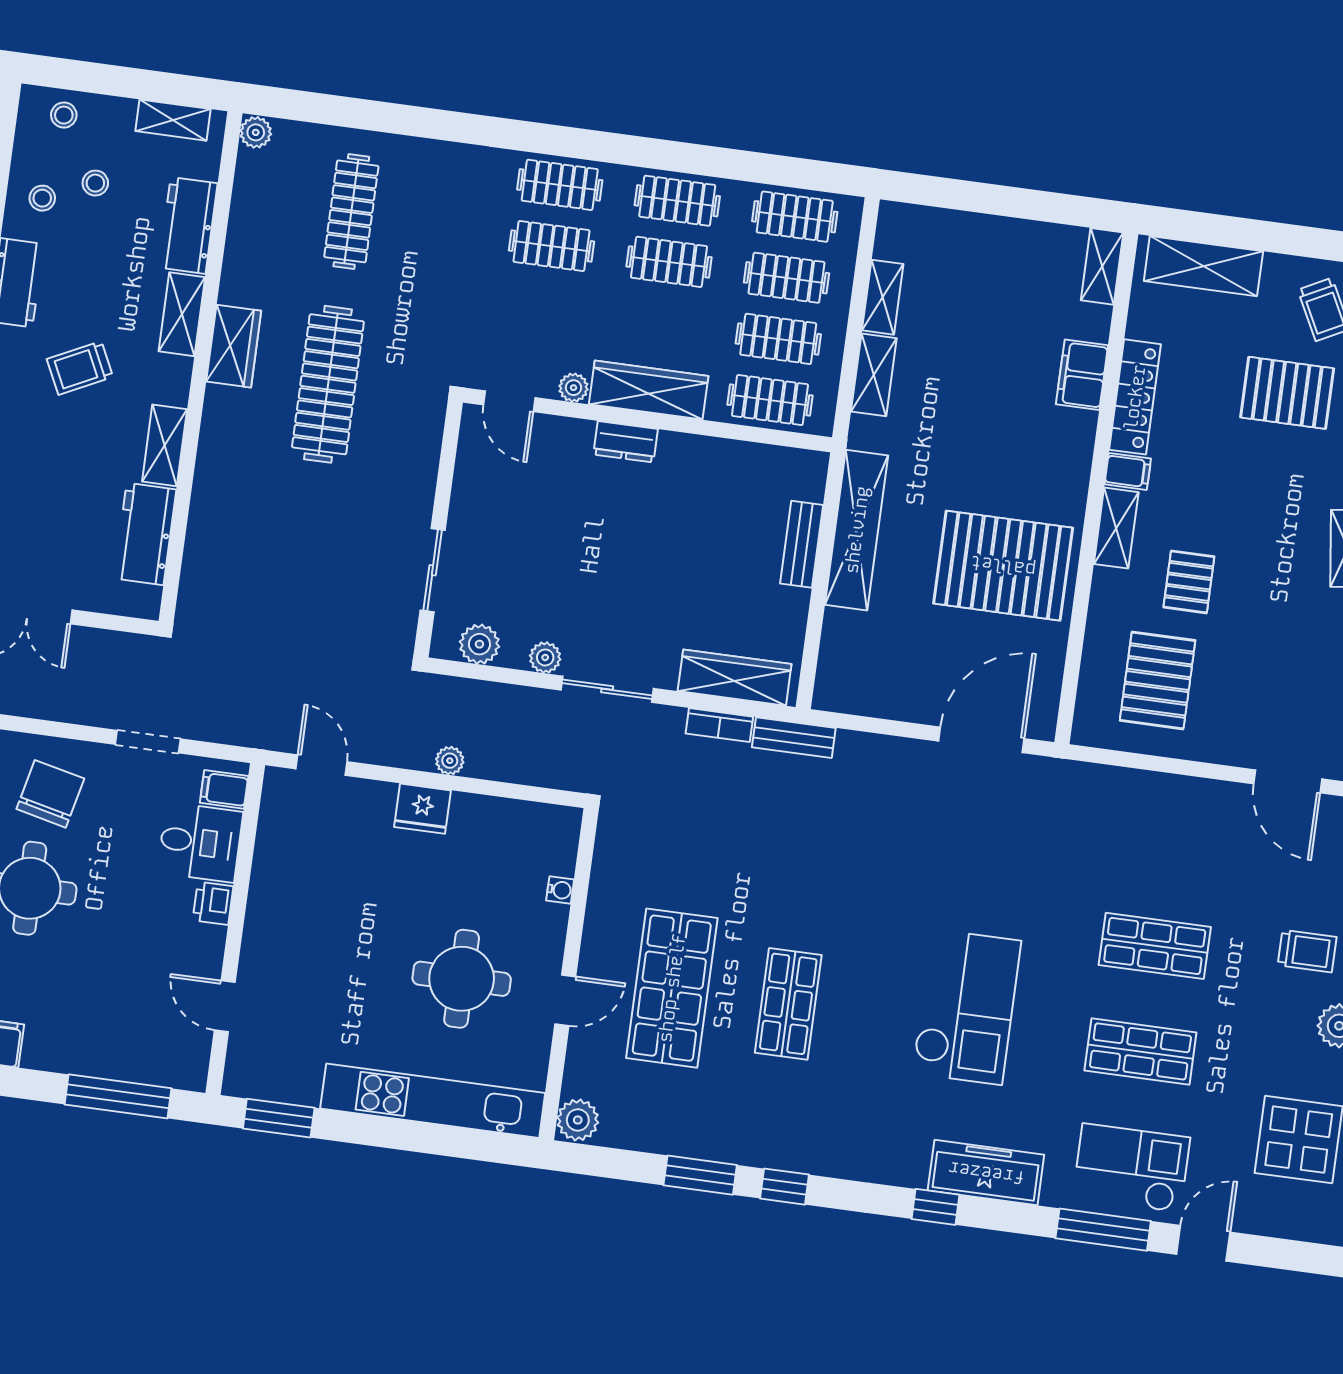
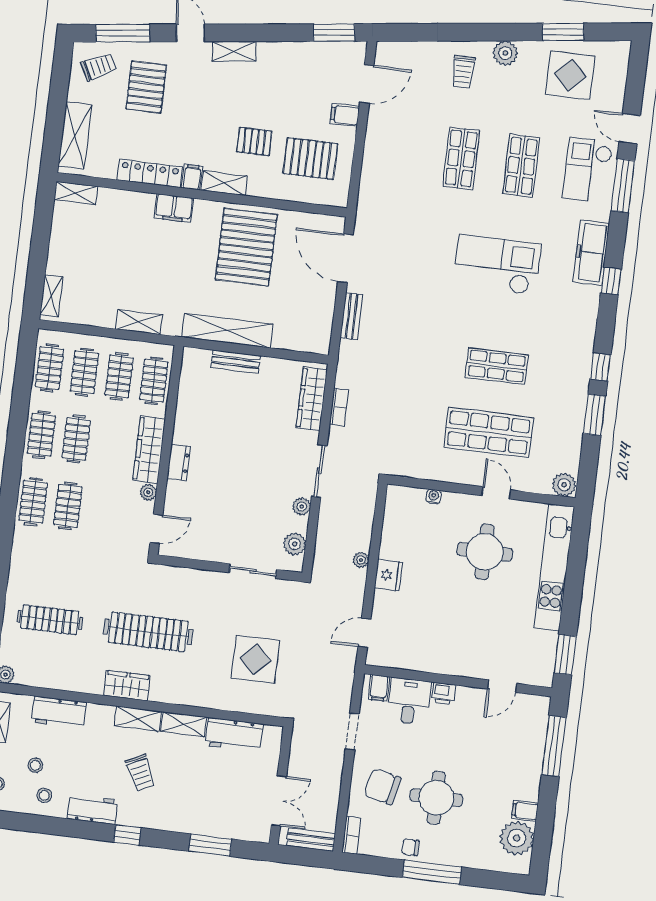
shelving: (883, 297) -> (51, 296), moved, turned 90
shelving: (182, 314) -> (138, 719), moved
filing cabinet: (1082, 375) -> (174, 208), moved
display table: (277, 572) -> (255, 659), added
bench: (794, 738) -> (351, 316), moved
filing cabinet: (1234, 742) -> (345, 115), added
trolley: (1307, 951) -> (463, 72), turned 180

